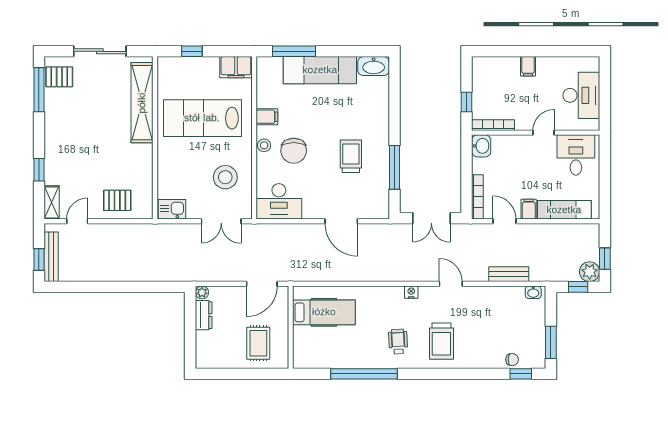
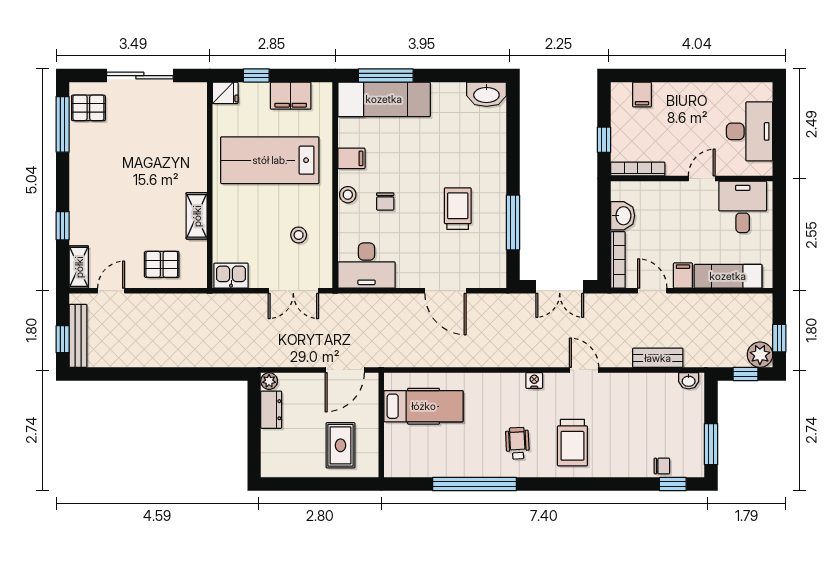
fridge: (167, 65) -> (225, 93), added
filing cabinet: (528, 66) -> (642, 95), moved
filing cabinet: (236, 67) -> (291, 96), moved
exam couch: (320, 70) -> (384, 99), moved
shelving: (142, 103) -> (197, 216), moved, width x0.45, depth x0.75
washbasin: (481, 146) -> (623, 216), moved
chair: (294, 151) -> (385, 201), width x0.54, depth x0.54
stool: (225, 177) -> (299, 235), width x0.53, depth x0.53

